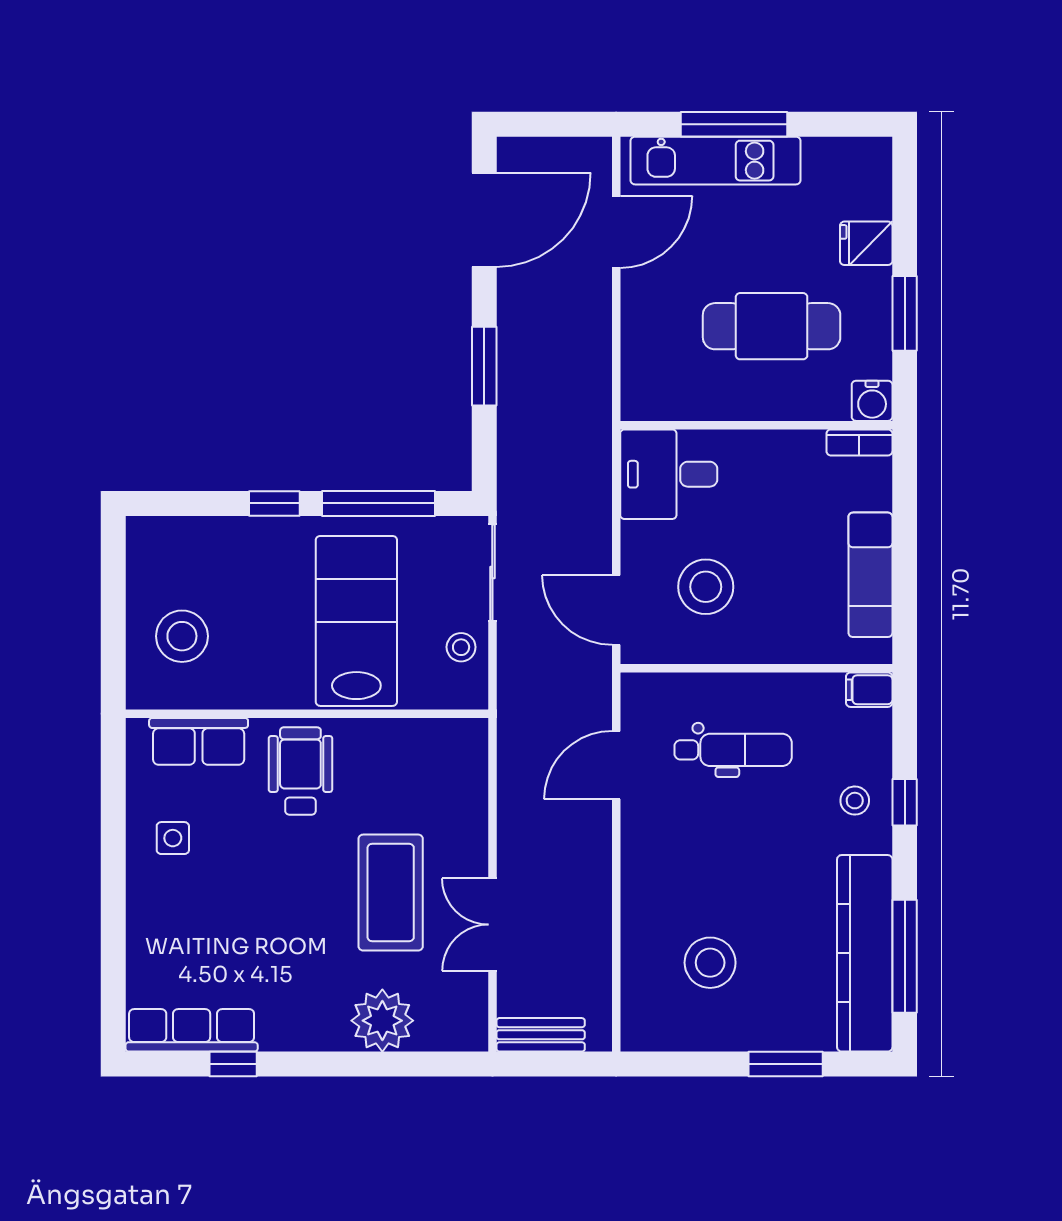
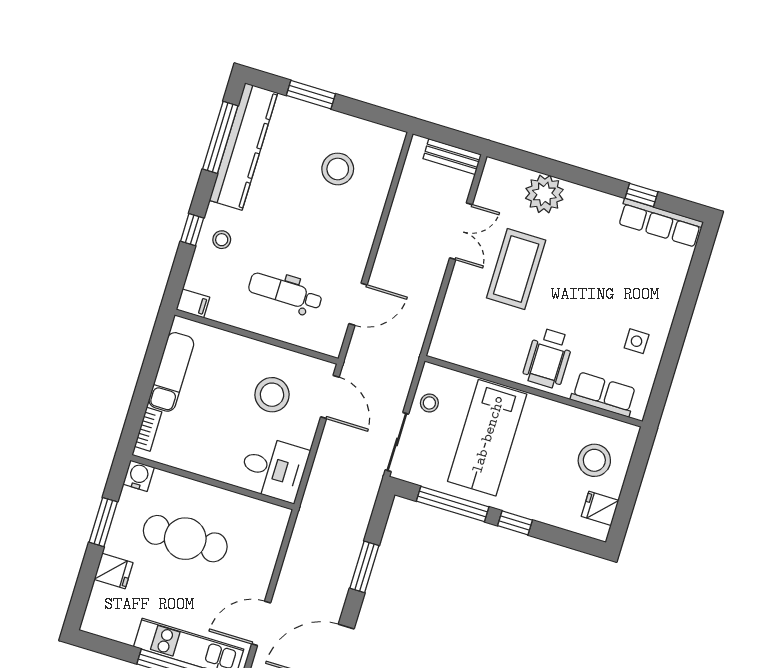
bookcase: (859, 442) -> (148, 429), moved, turned 90
fridge: (151, 565) -> (600, 508), added

